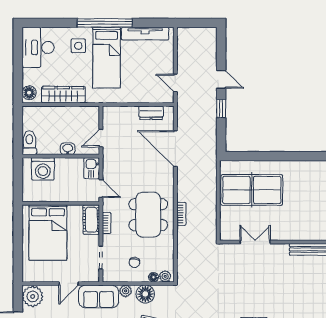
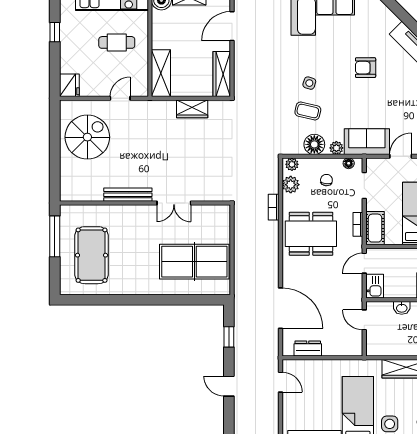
window: (221, 109) -> (229, 337), moved
door: (101, 138) -> (364, 320), swing flipped
door: (101, 189) -> (364, 263), hinge flipped
bookcase: (181, 214) -> (274, 207), moved
dining table: (148, 215) -> (311, 234), turned 90
double door: (255, 242) -> (174, 203), moved
plant: (166, 258) -> (291, 185), added
floor lamp: (153, 277) -> (349, 163), moved

